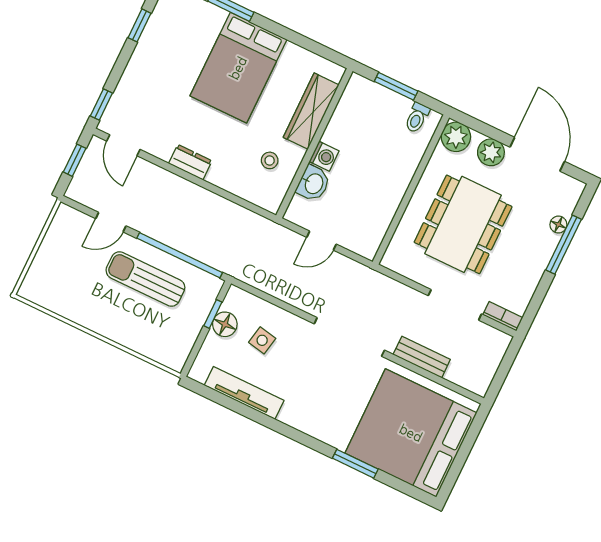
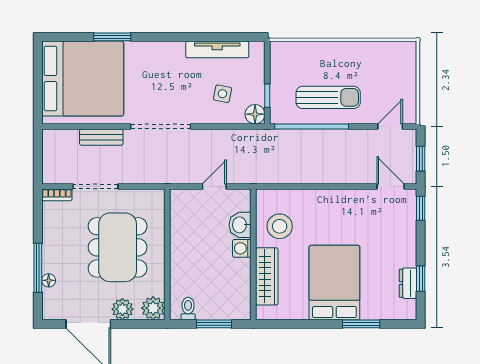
stool: (270, 160) -> (280, 226), width x1.89, depth x1.89
dresser: (190, 162) -> (408, 283), moved, turned 90
door: (111, 222) -> (390, 126), moved
floor lamp: (225, 324) -> (255, 114), moved

